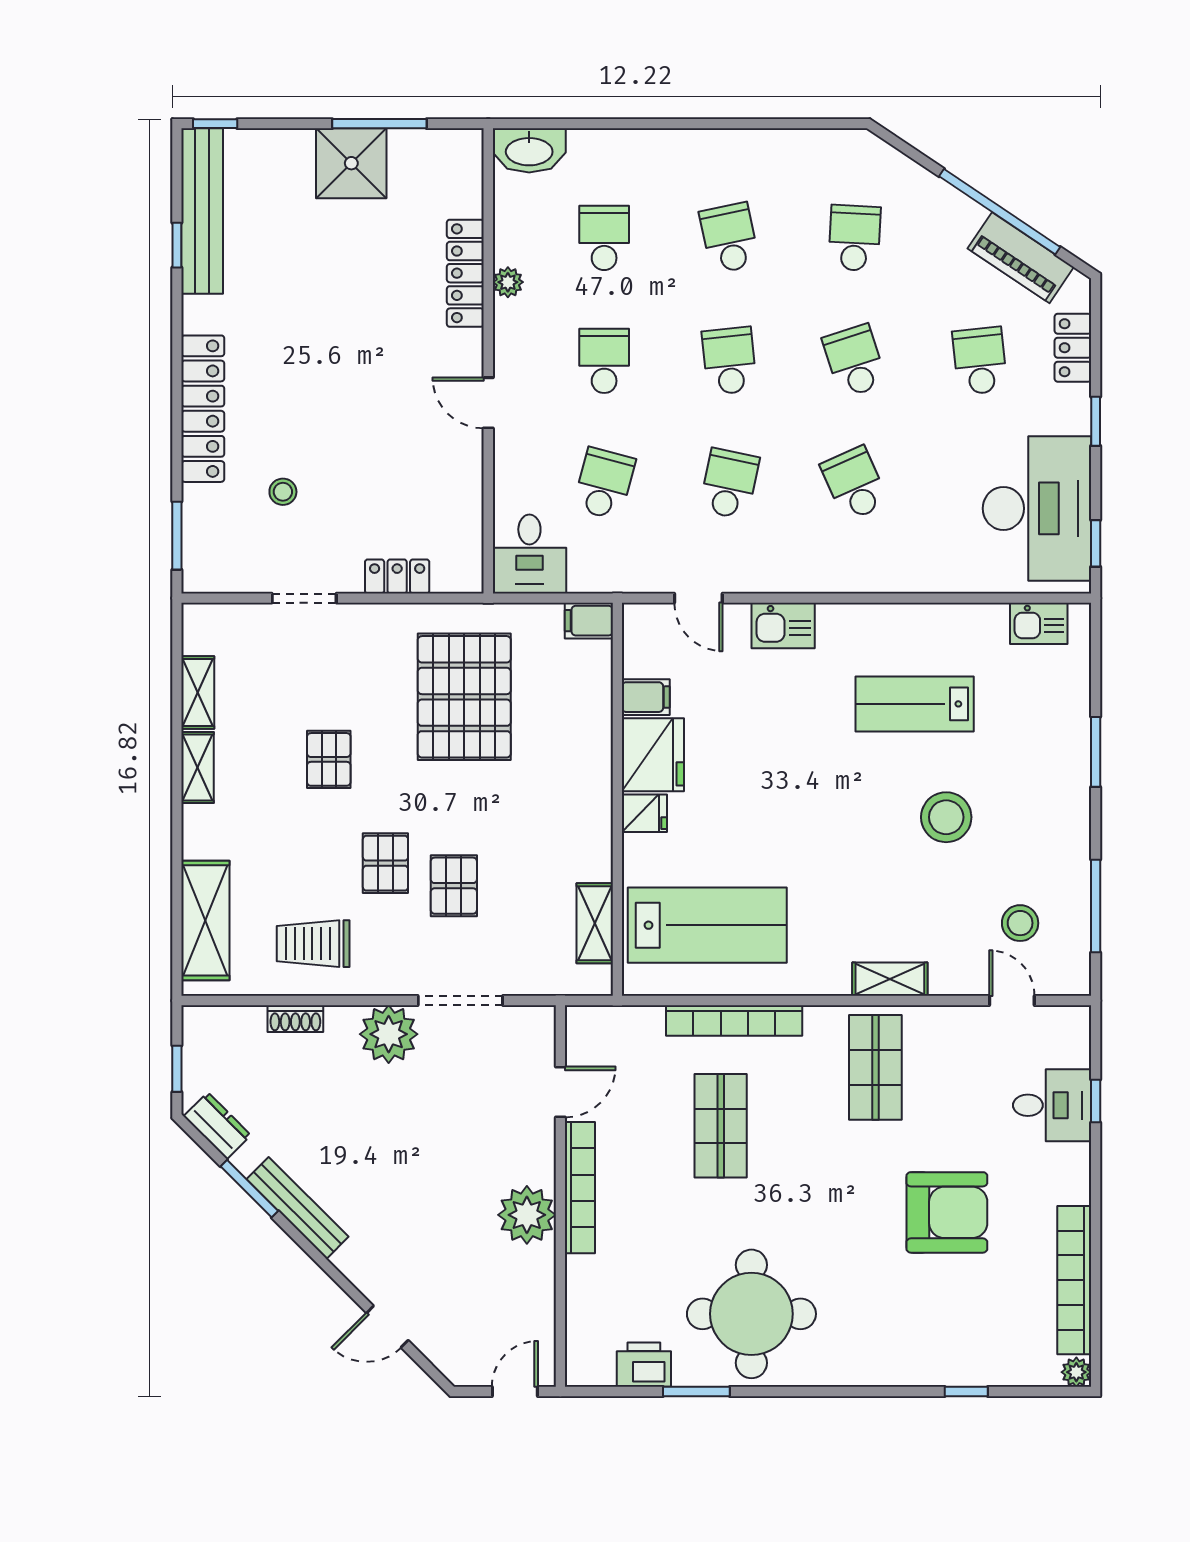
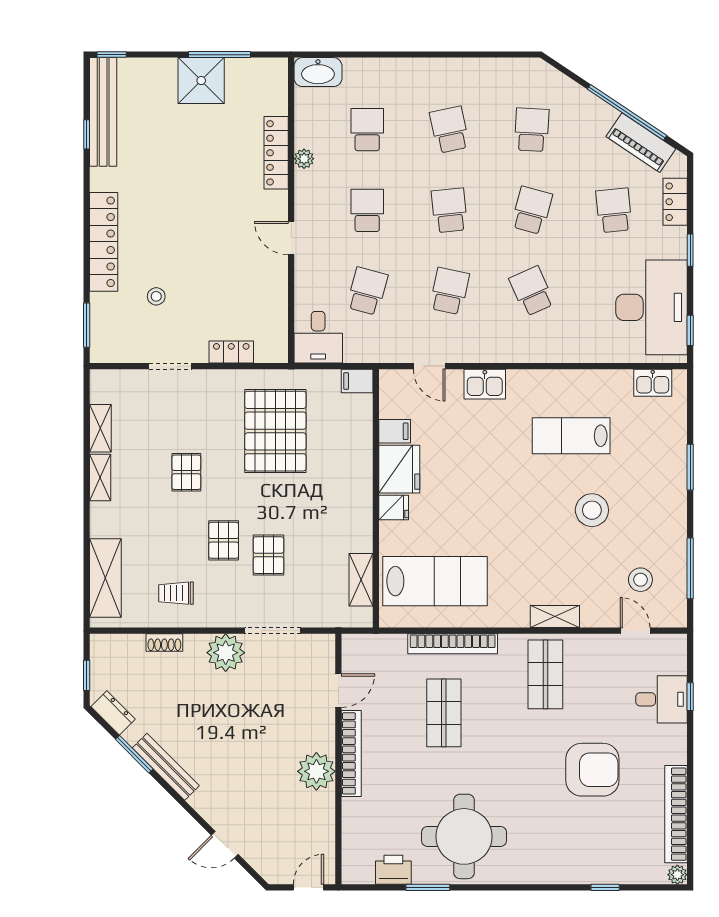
school desk: (855, 361) -> (532, 210), turned 33
trolley: (313, 944) -> (176, 593), width x0.73, depth x0.72

